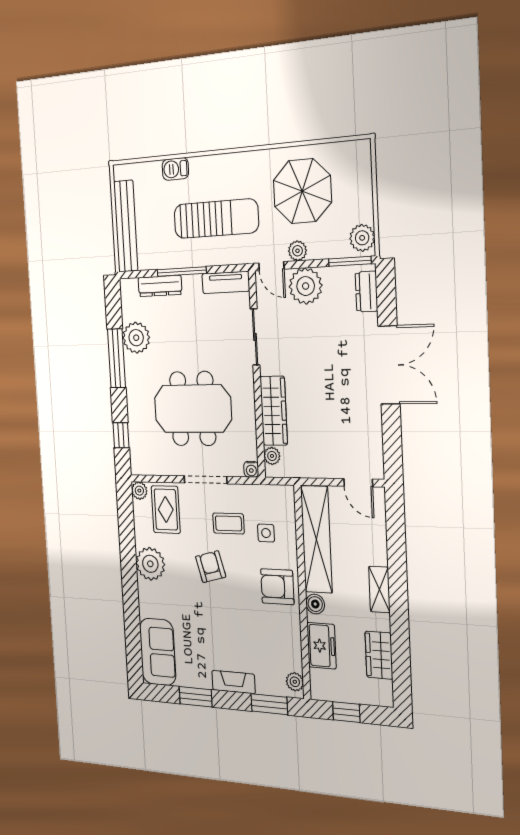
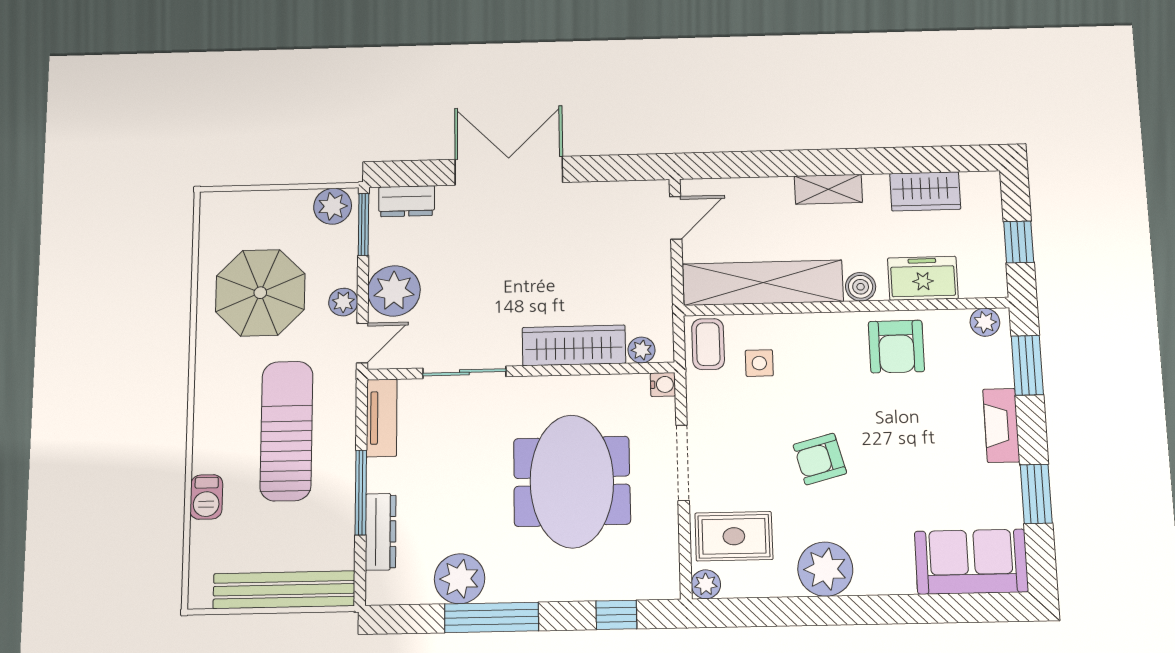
coffee table: (228, 523) -> (708, 344), moved
armchair: (277, 587) -> (896, 347), moved

